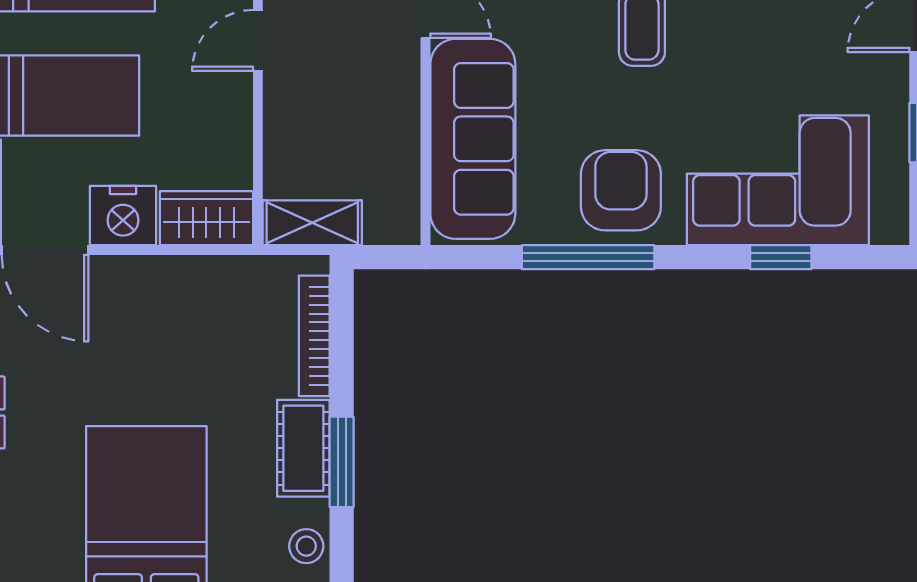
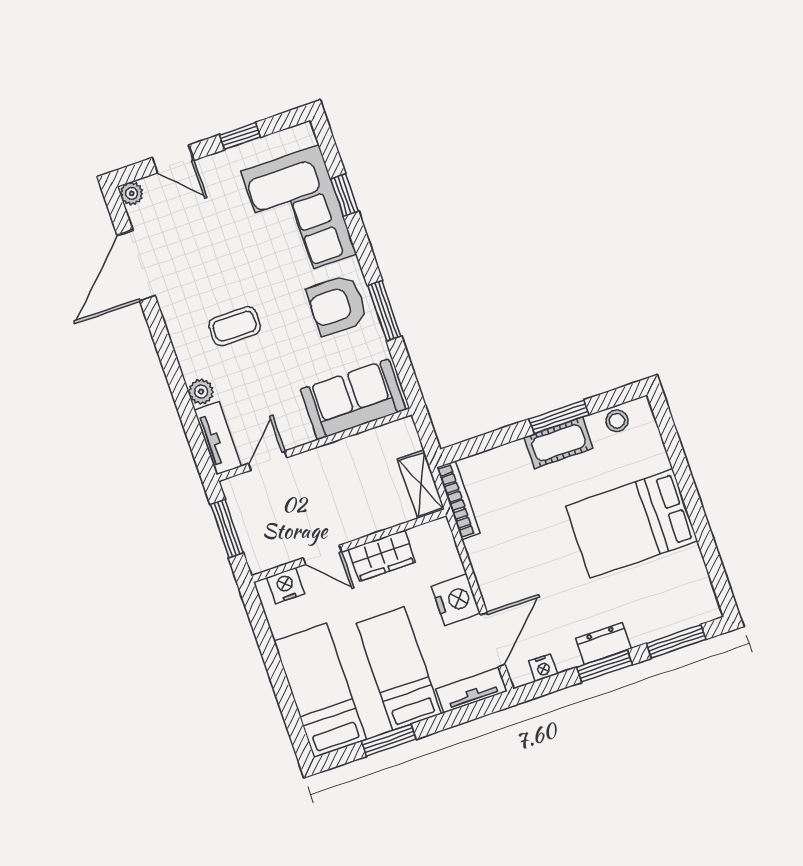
sofa: (473, 139) -> (353, 399), width x0.73
wardrobe: (206, 218) -> (382, 556), moved, turned -90
window: (588, 257) -> (384, 311), width x0.69
bookcase: (314, 336) -> (458, 500), moved, turned -90

